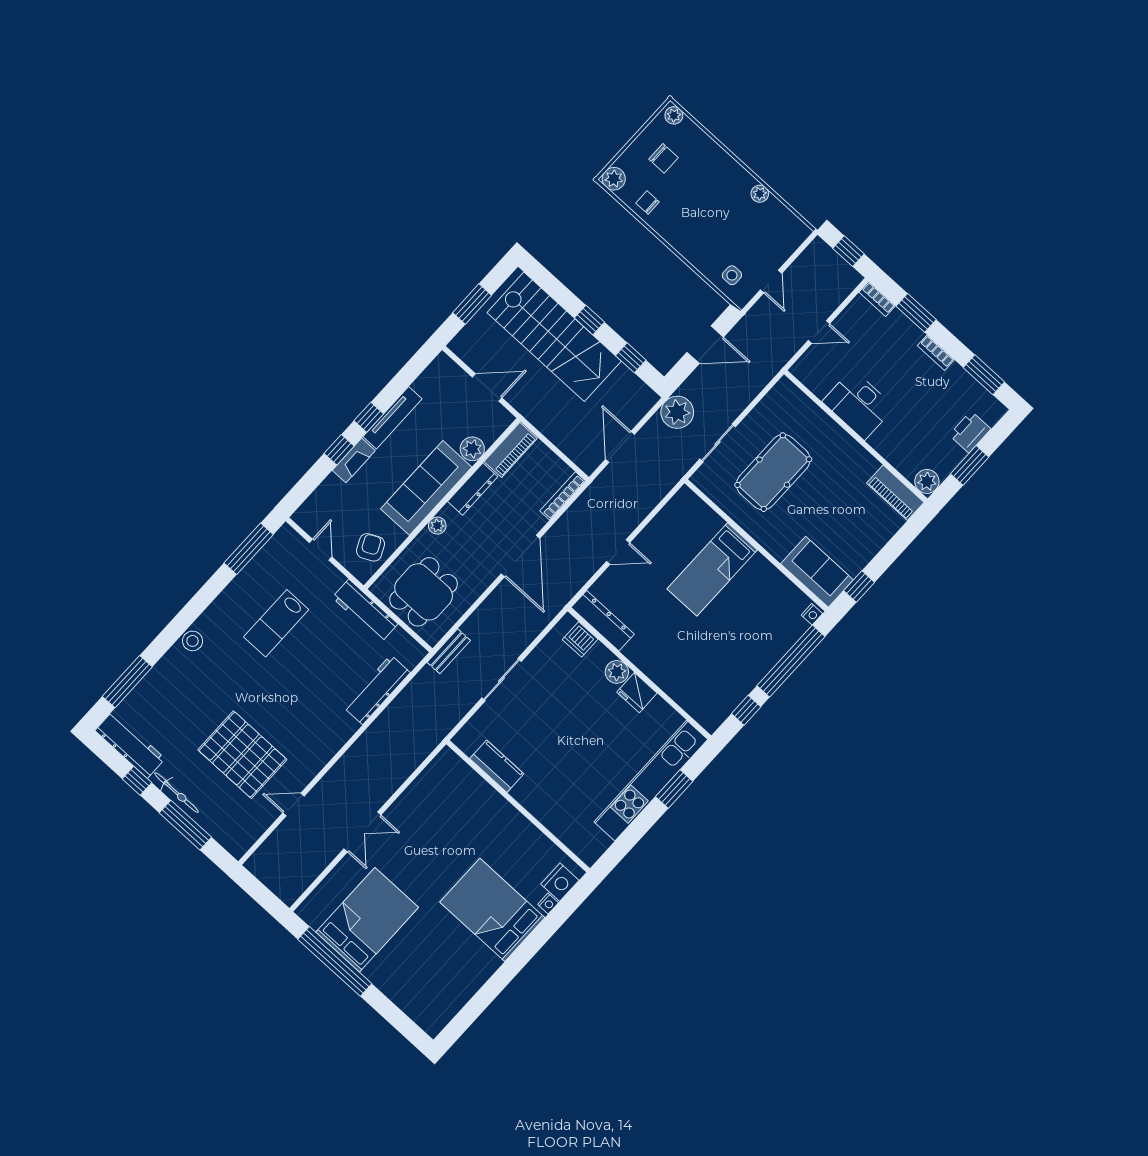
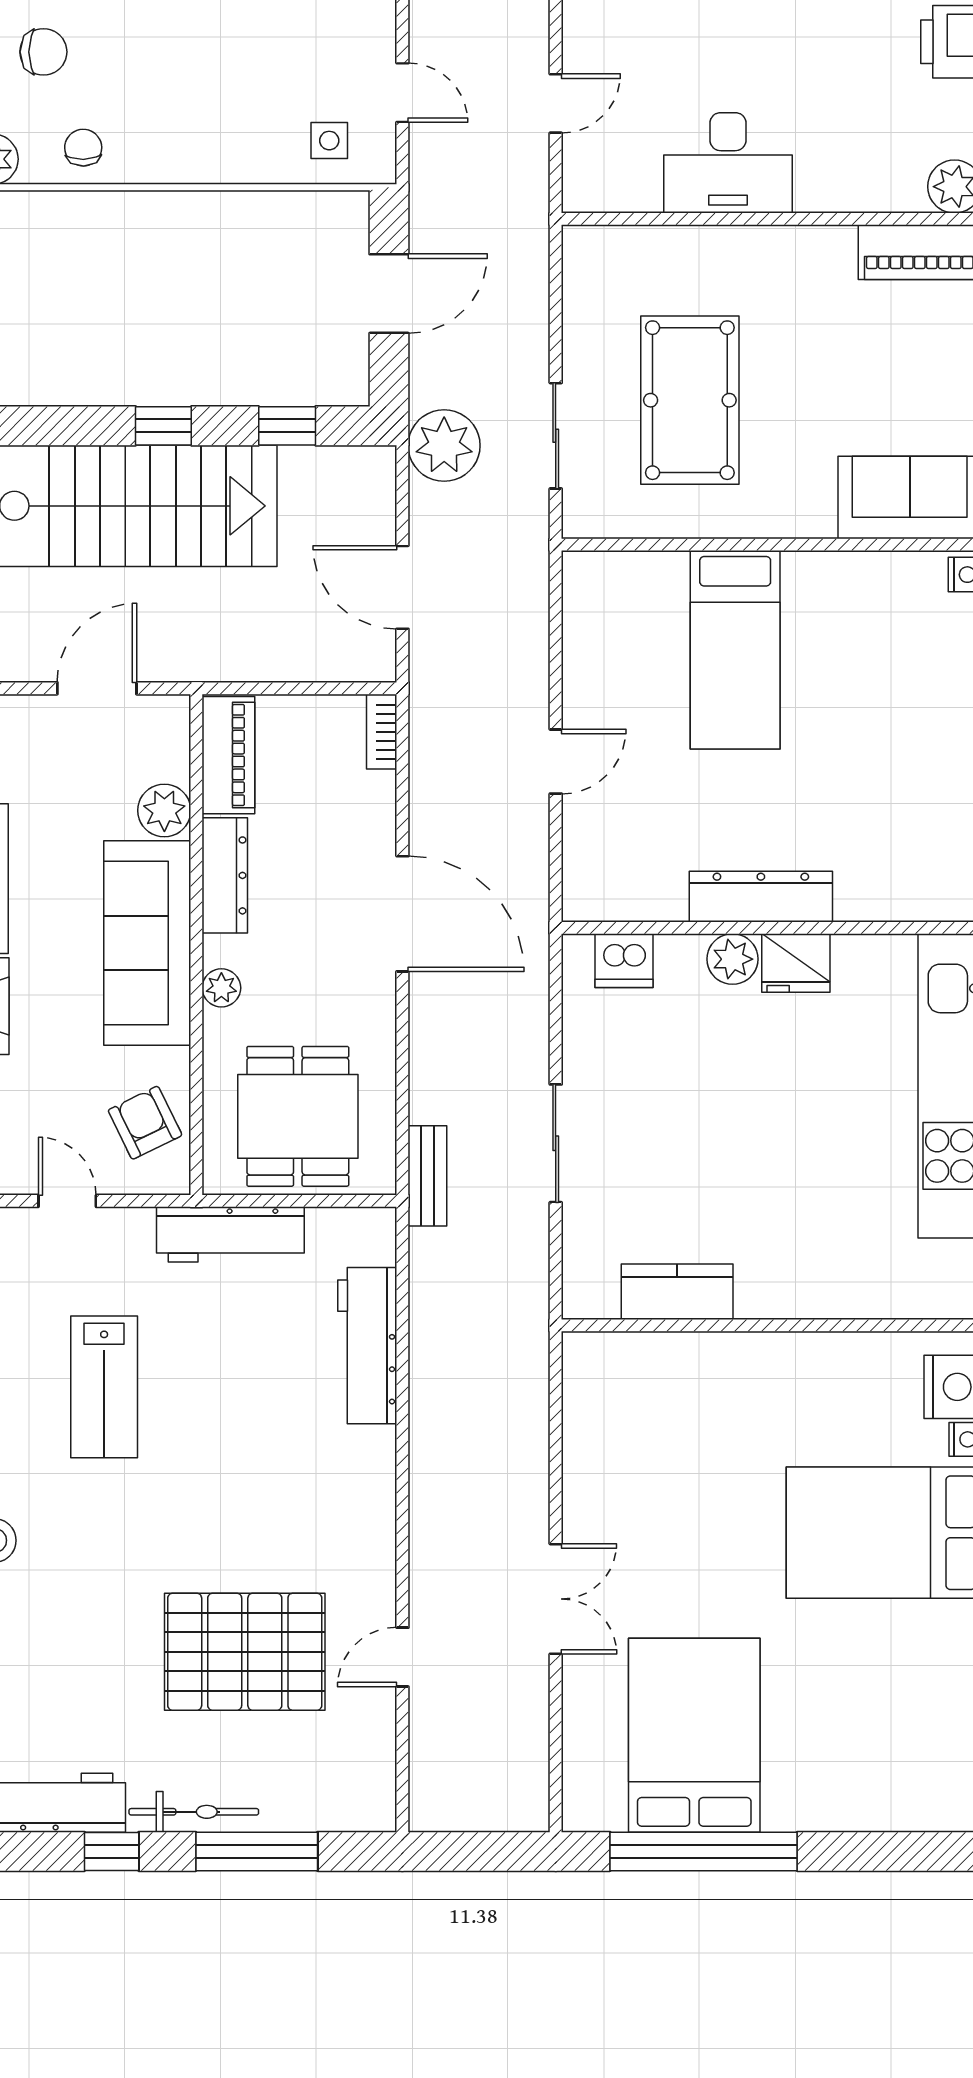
chair: (648, 202) -> (83, 148), turned 89
bookcase: (563, 496) -> (382, 732), width x0.64
dresser: (603, 621) -> (761, 897), moved

